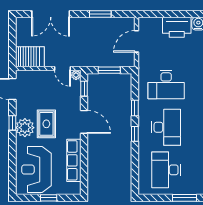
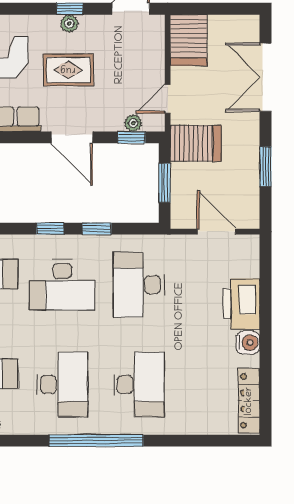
server rack: (87, 53) -> (196, 143), added
plant: (76, 75) -> (133, 123), moved
door: (84, 122) -> (72, 137), hinge flipped
plant: (25, 128) -> (69, 23), width x0.53, depth x0.53

